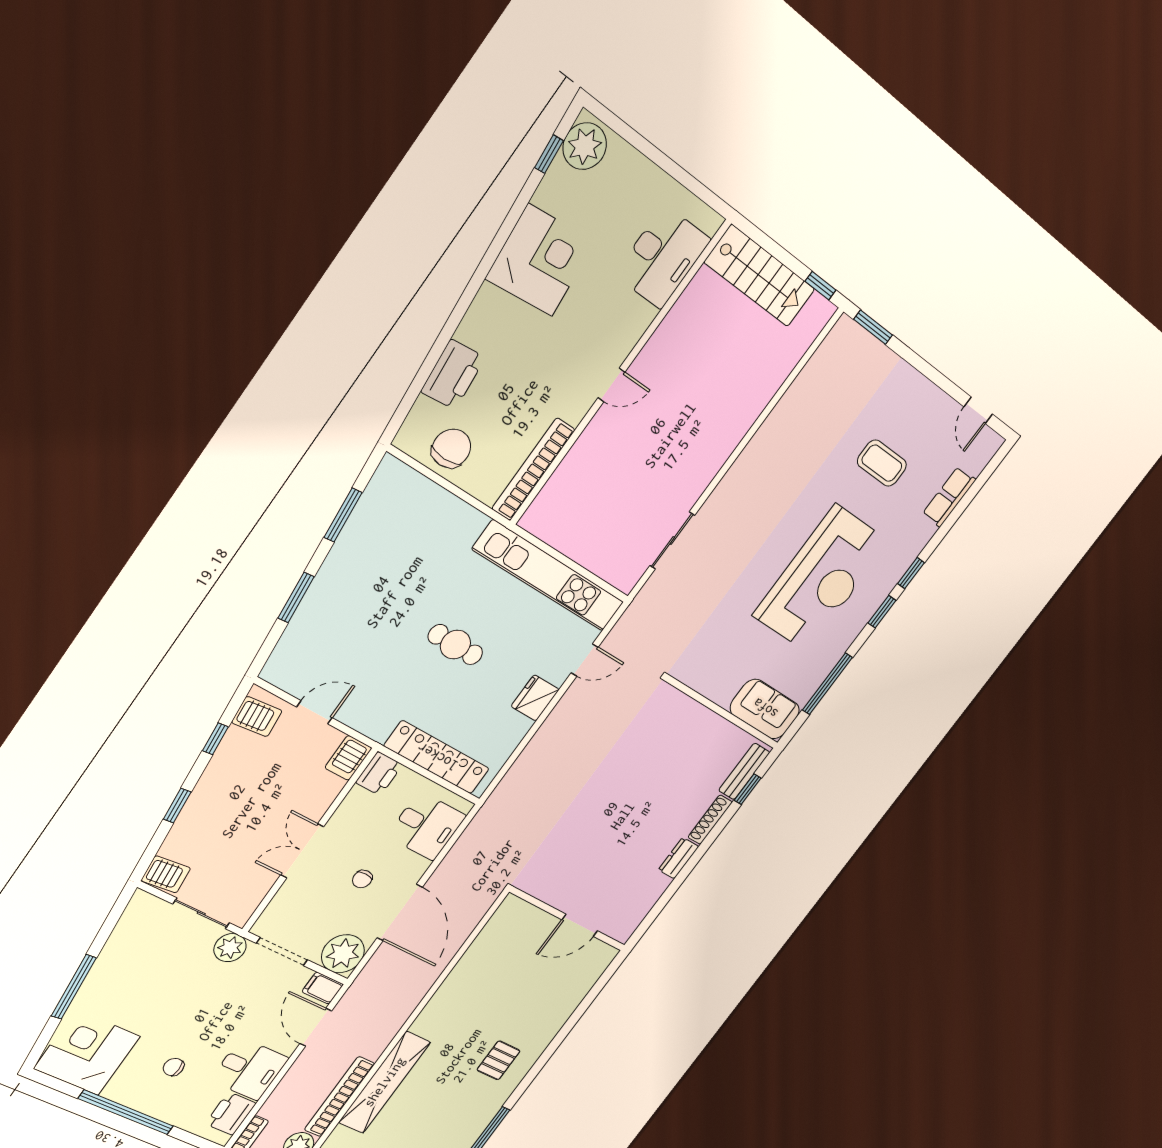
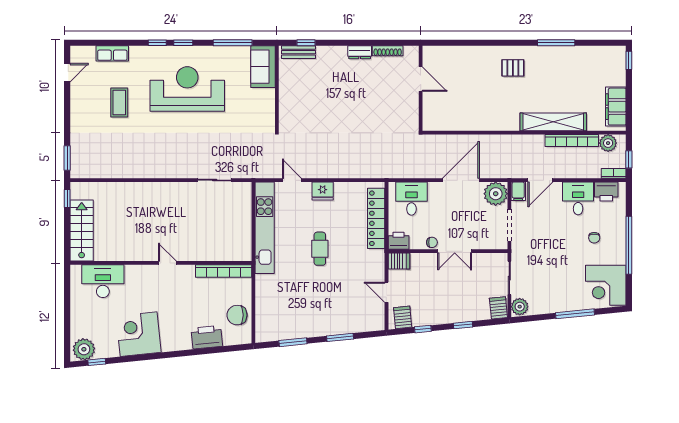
shoe rack: (710, 820) -> (388, 51), moved
chair: (362, 879) -> (432, 242), moved
plant: (230, 948) -> (520, 307), moved

